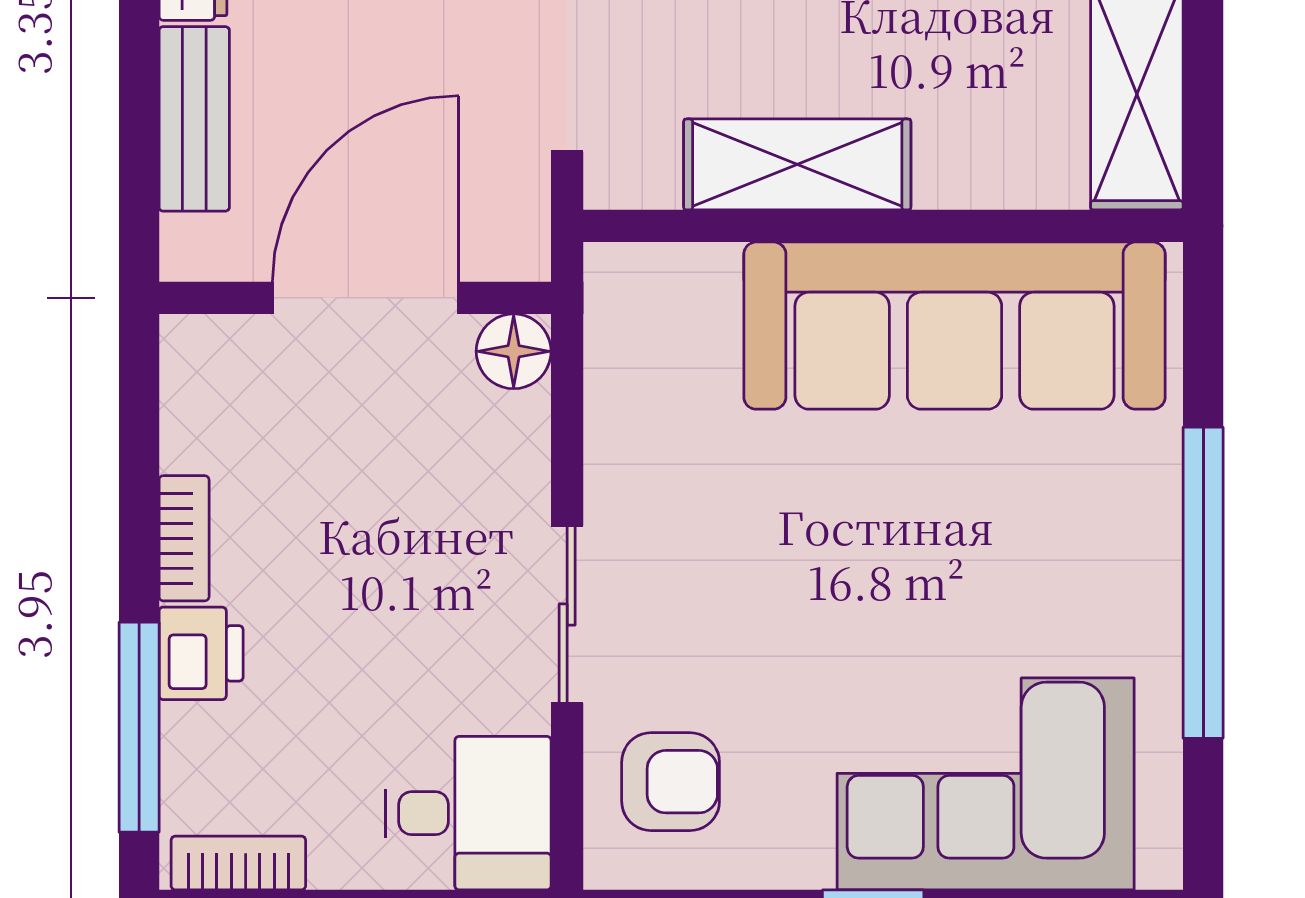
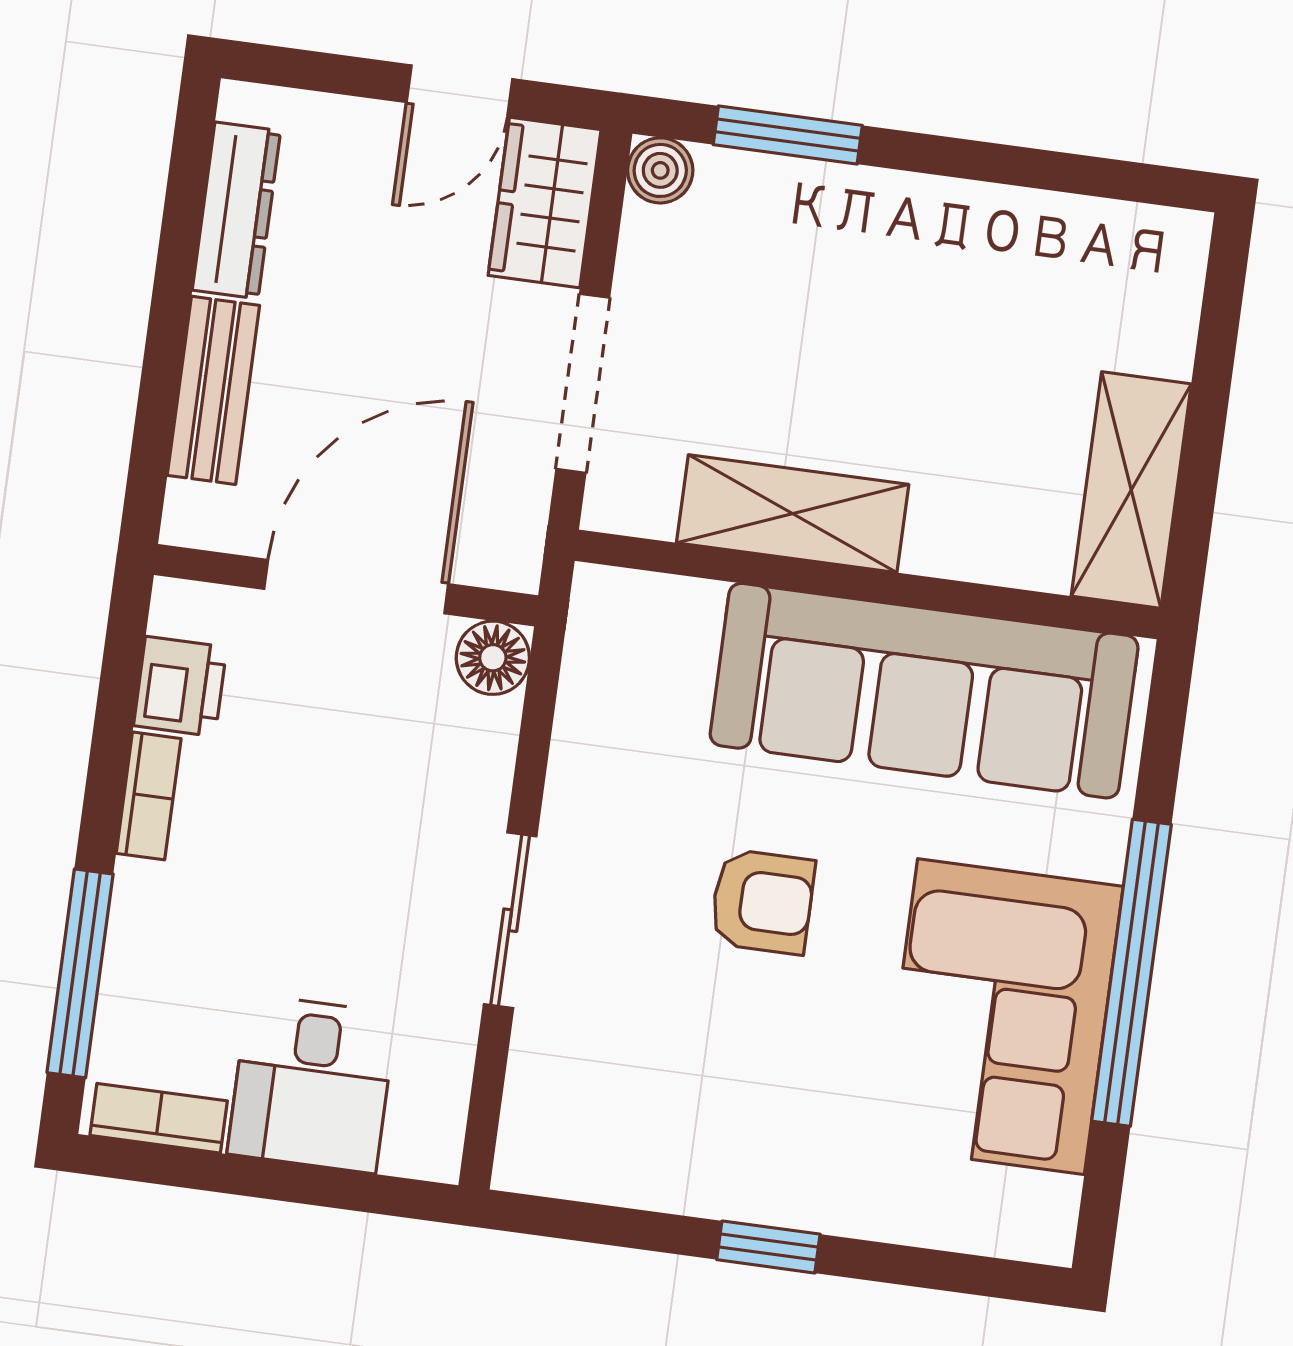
printer: (201, 653) -> (180, 686), moved
armchair: (671, 782) -> (762, 902), moved
corner sofa: (986, 784) -> (1001, 1017), moved, turned -90
desk: (468, 813) -> (312, 1084), moved, turned 90

